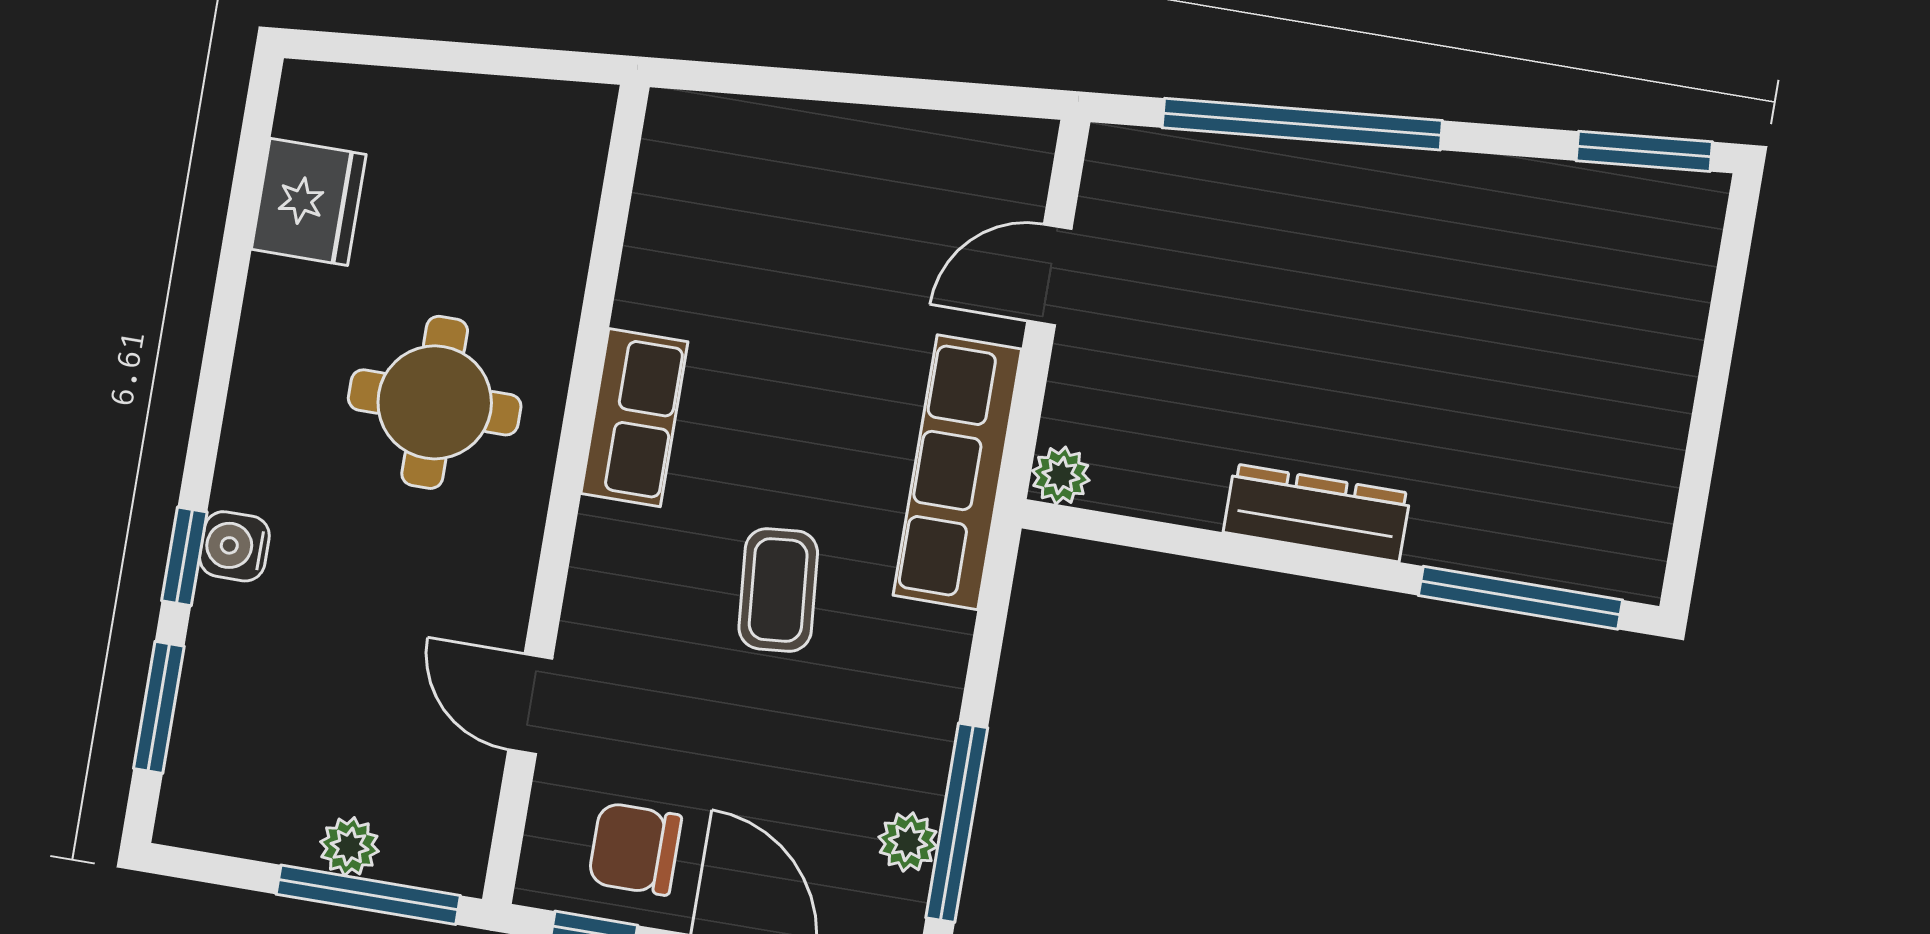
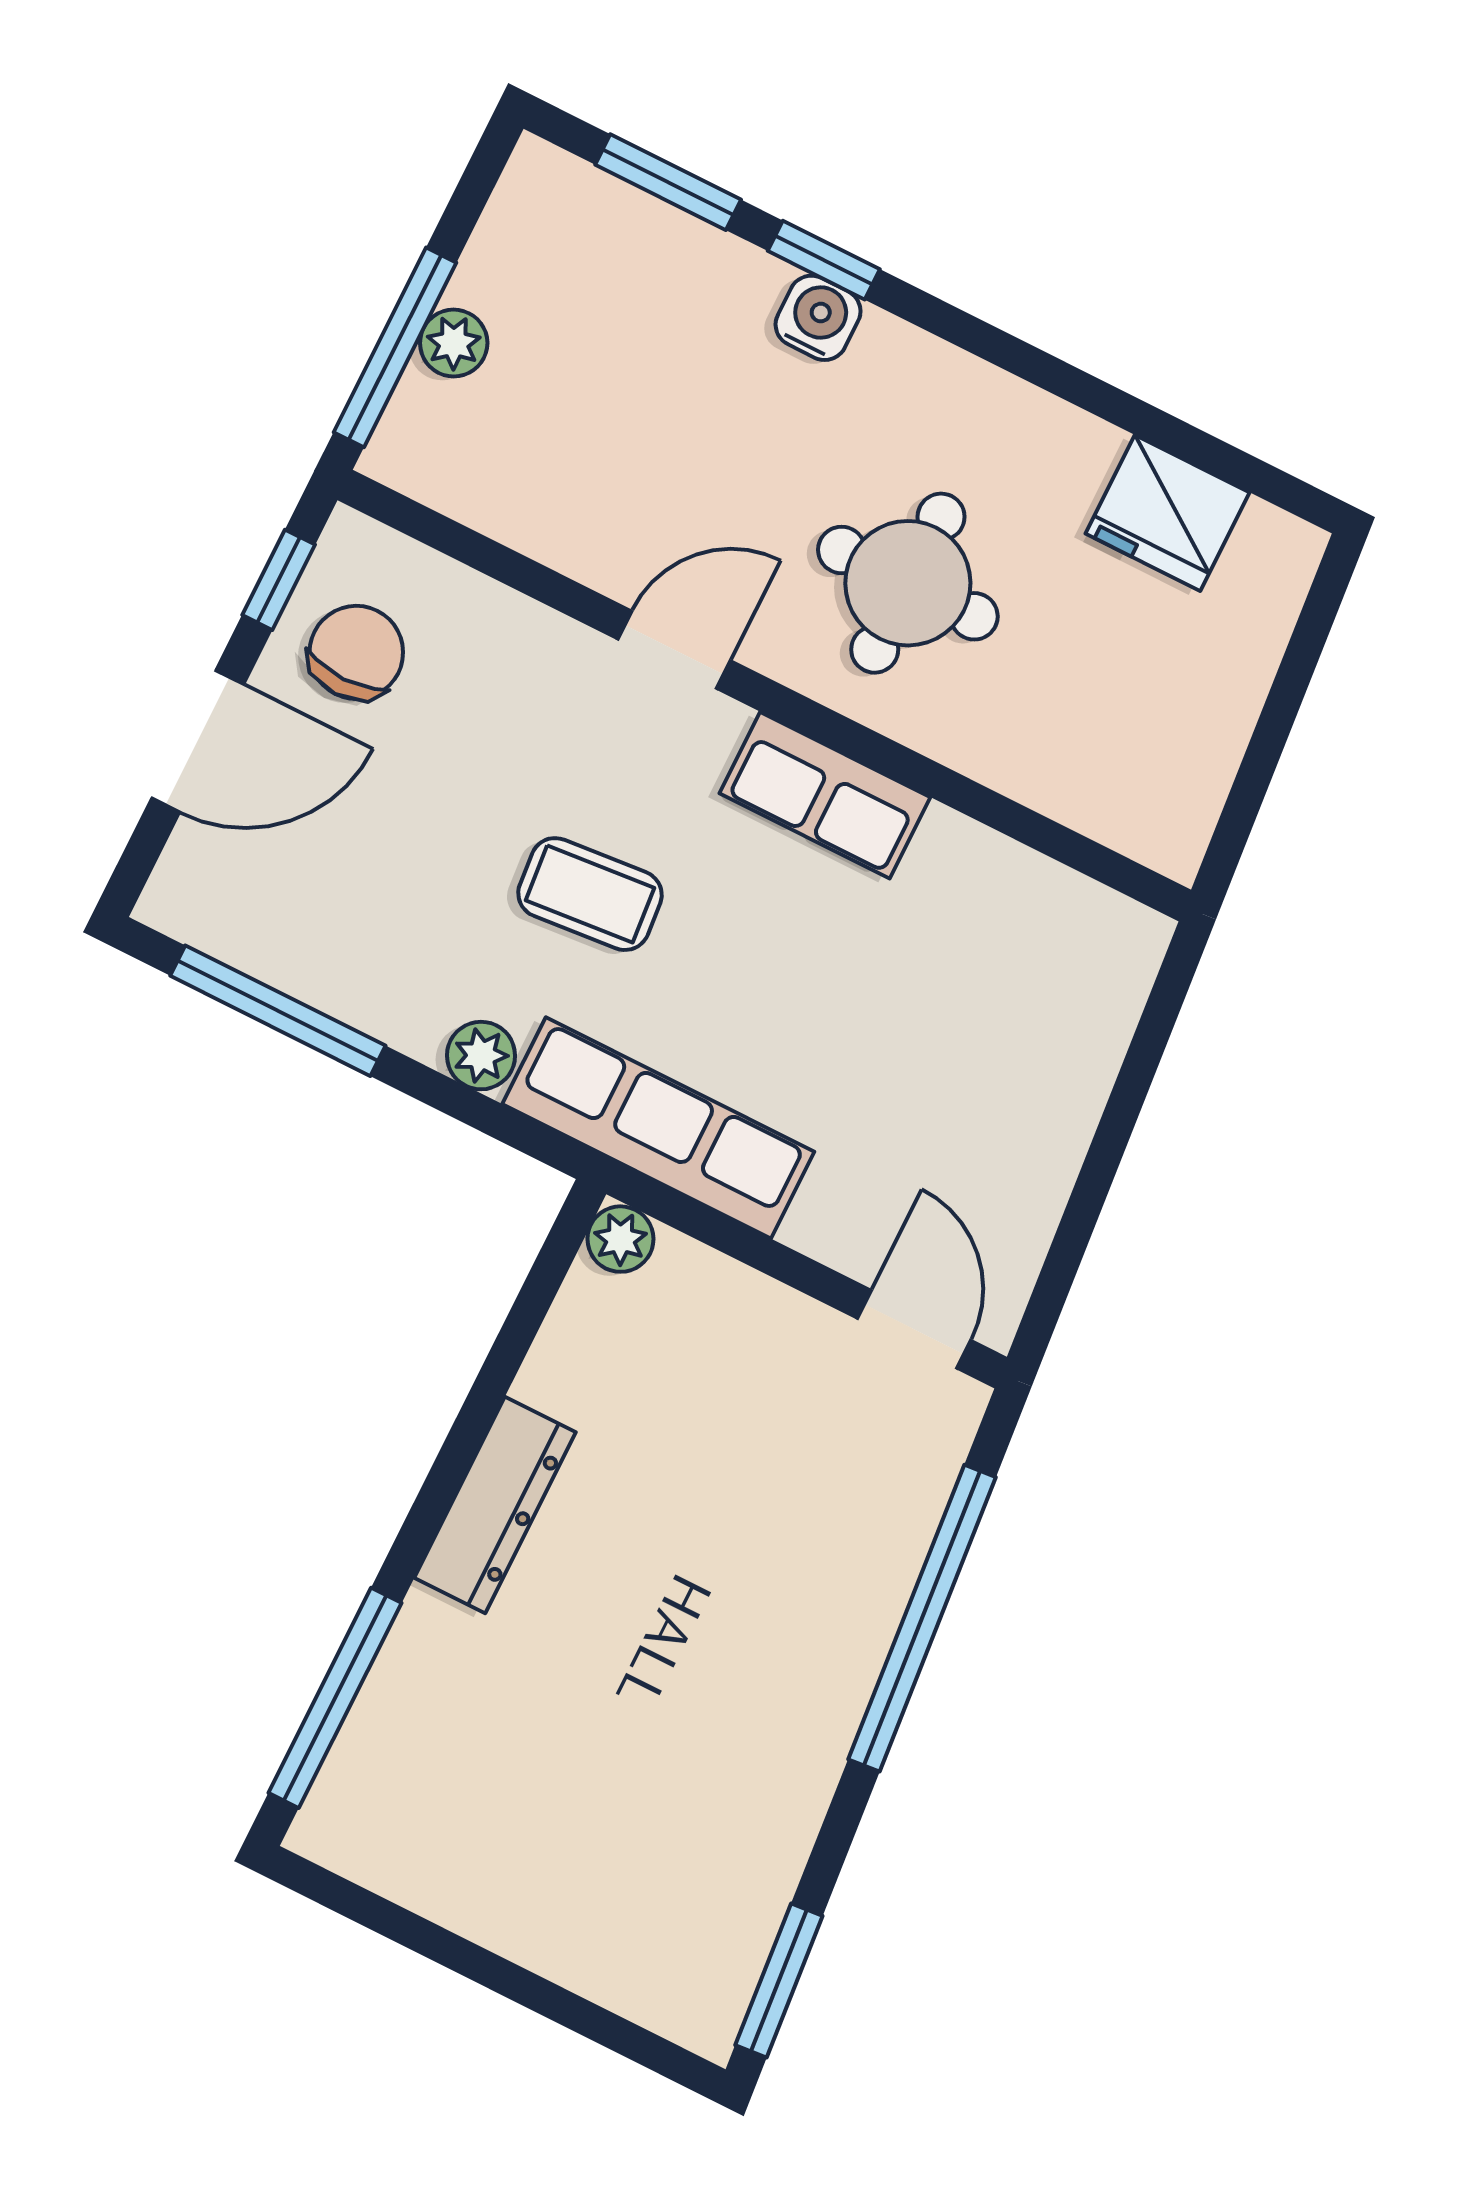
door: (1049, 275) -> (914, 1329), moved
door: (530, 704) -> (674, 650), moved
plant: (908, 842) -> (481, 1056), moved

